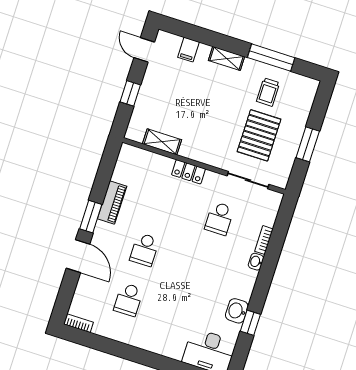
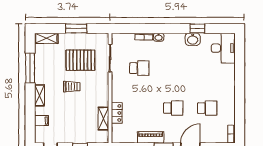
trolley: (268, 92) -> (72, 87), moved
shelving: (307, 96) -> (46, 38), added
locker: (188, 172) -> (117, 113), moved

